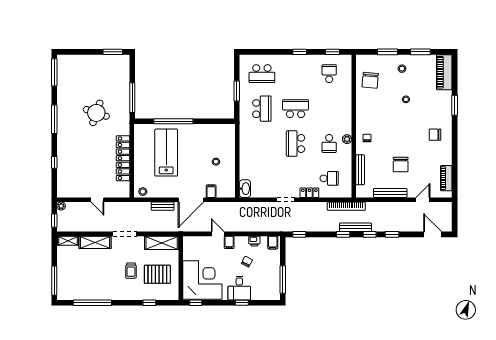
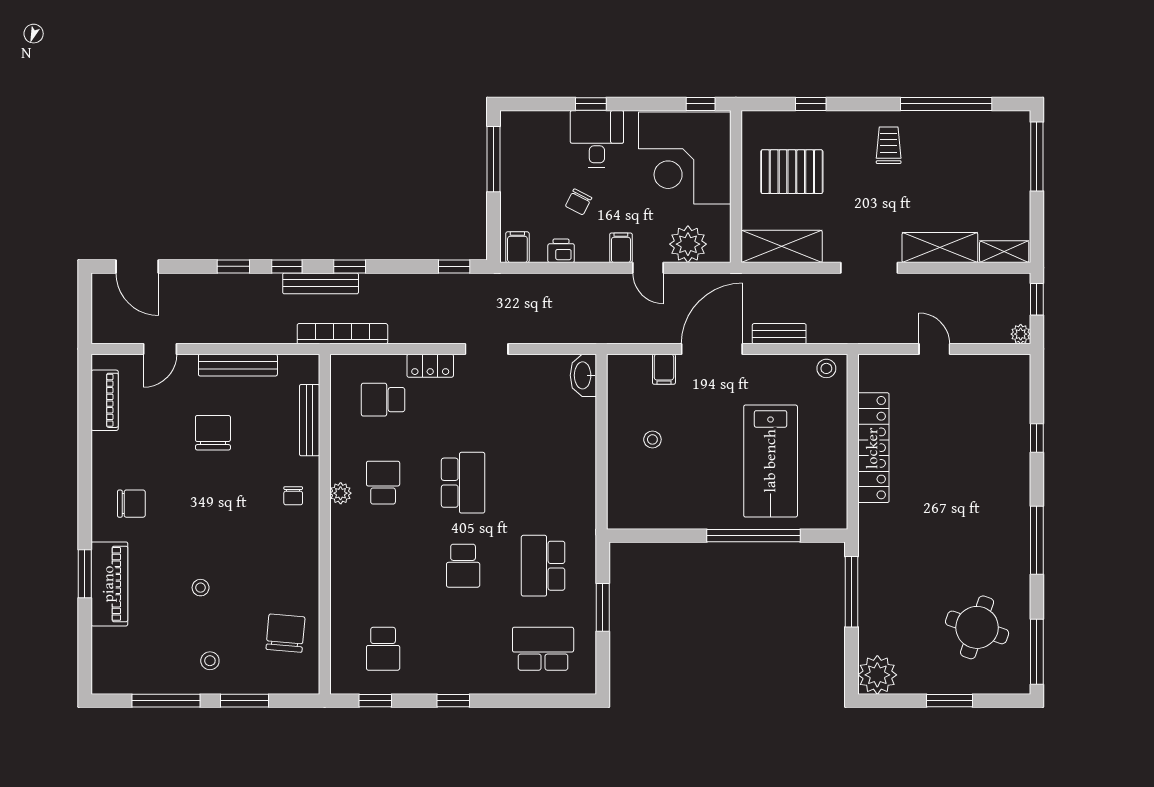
window: (113, 52) -> (950, 701), moved
window: (420, 52) -> (166, 701), width x1.44
plant: (121, 63) -> (877, 675), added
piano: (444, 72) -> (109, 584), moved
school desk: (296, 109) -> (463, 566), width x0.54
round table: (96, 113) -> (977, 627), moved
plant: (201, 244) -> (688, 244), added
trolley: (131, 271) -> (889, 145), moved

